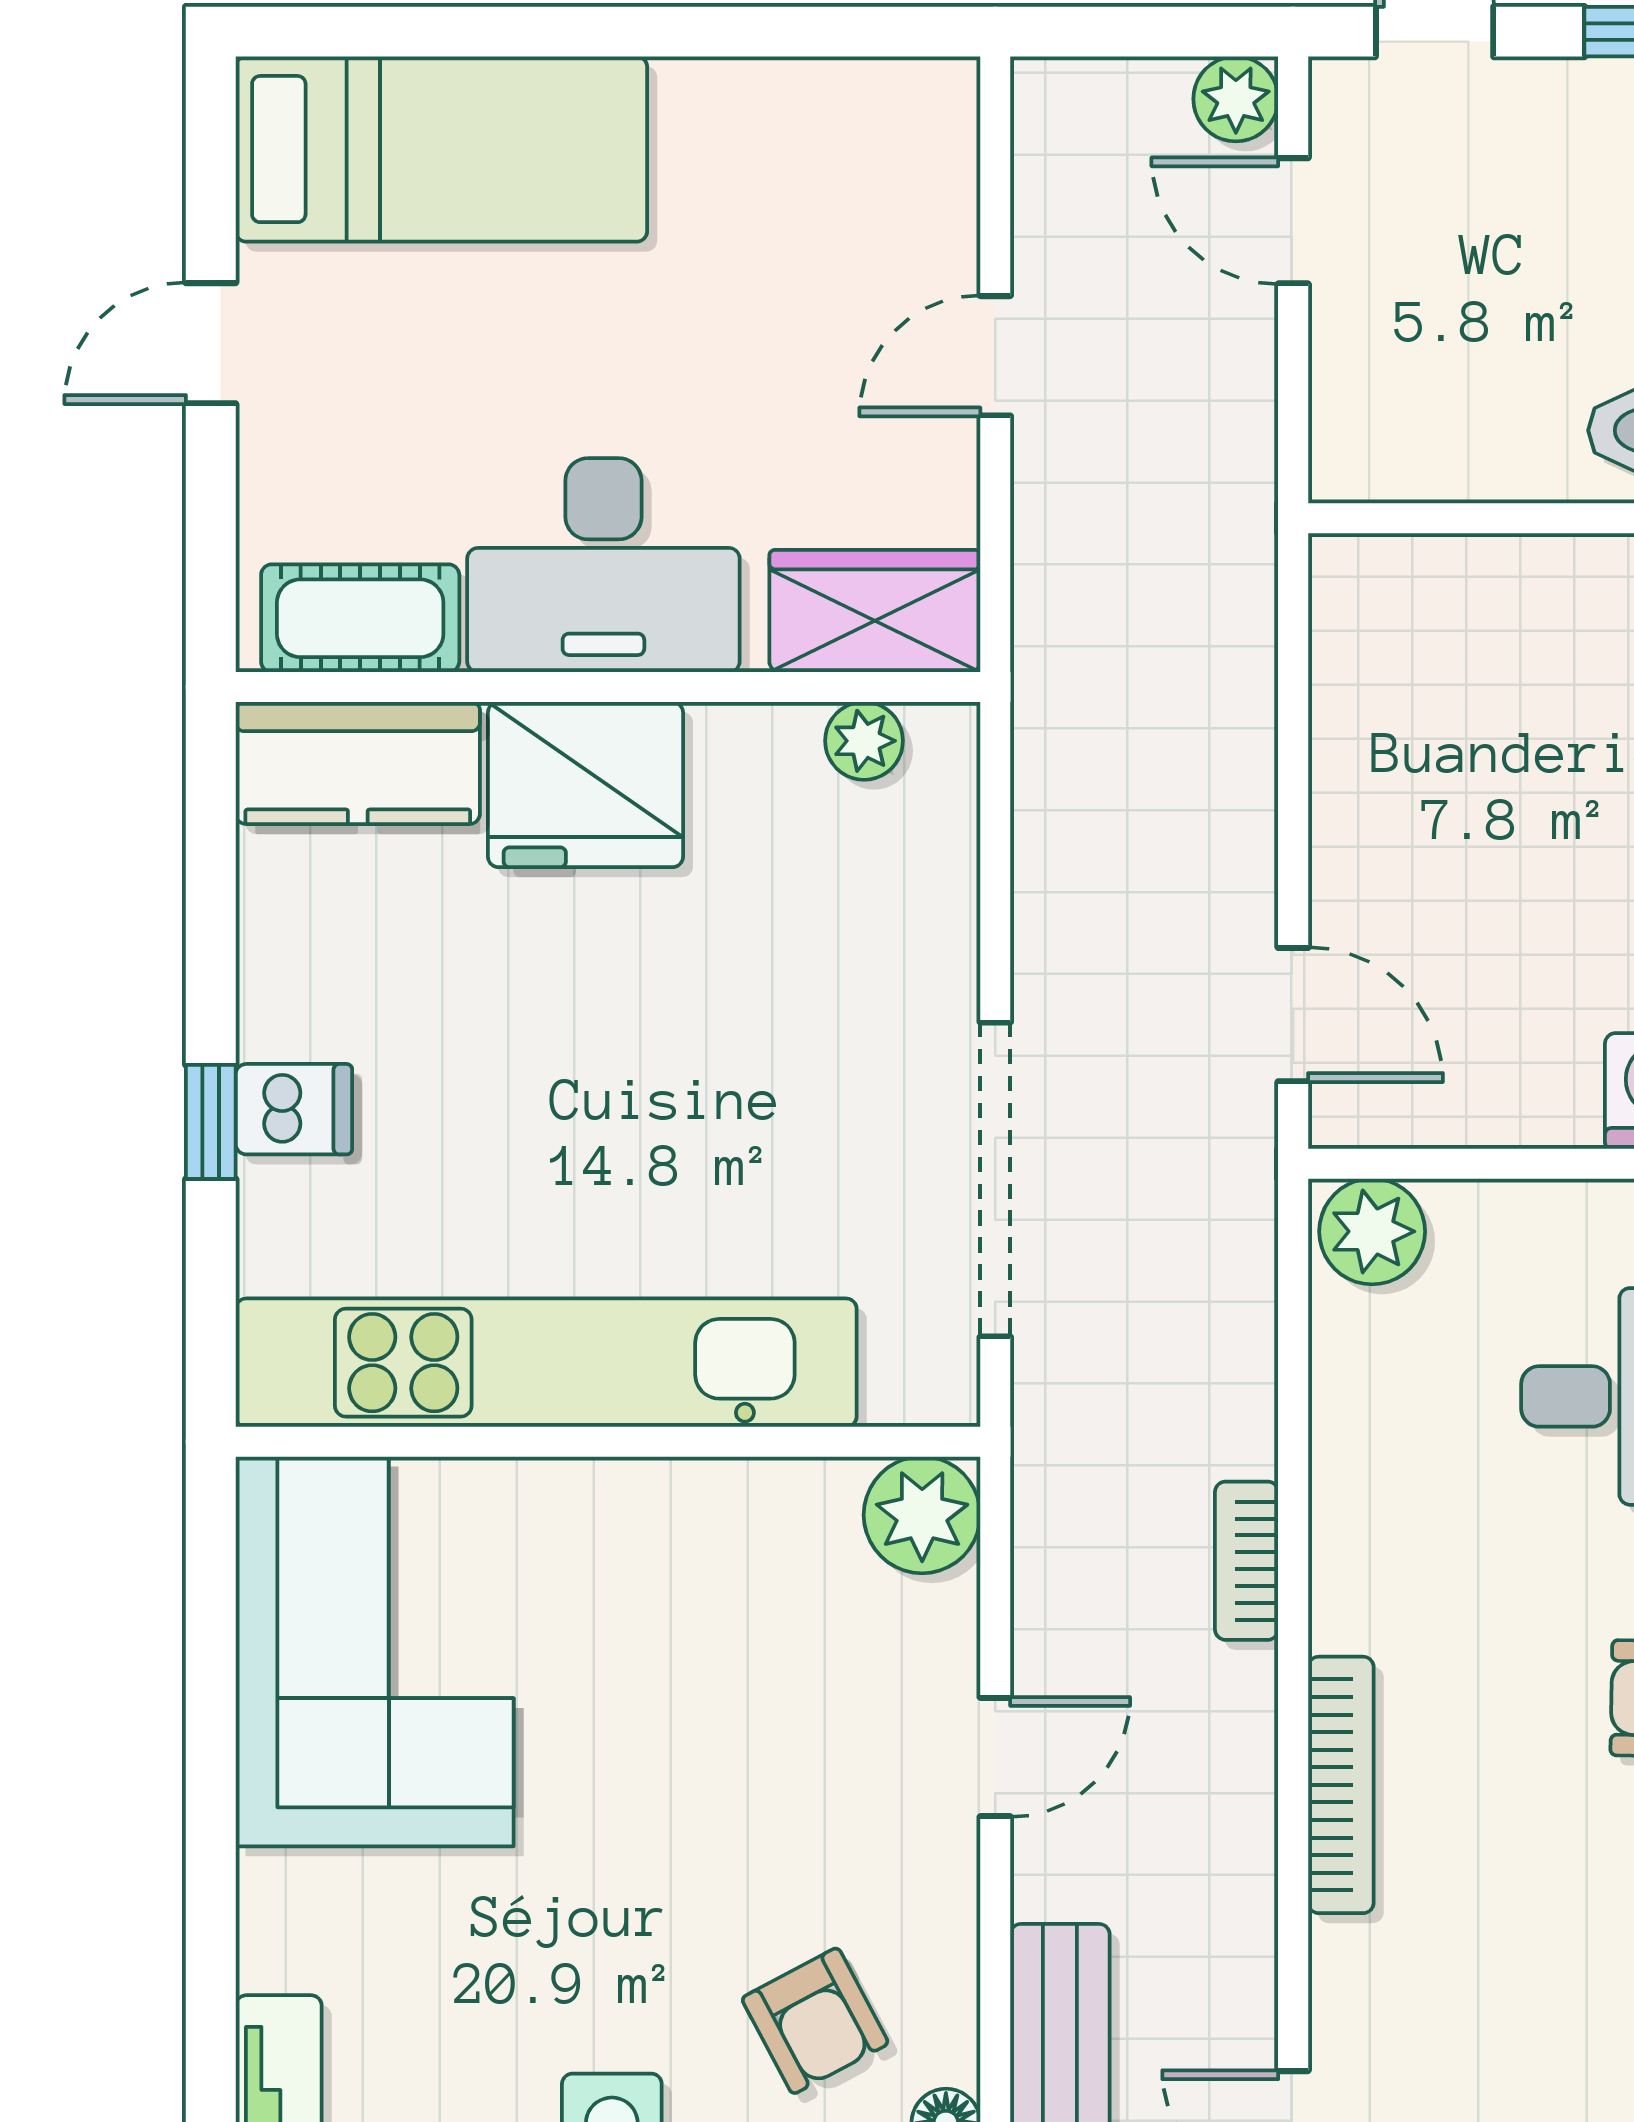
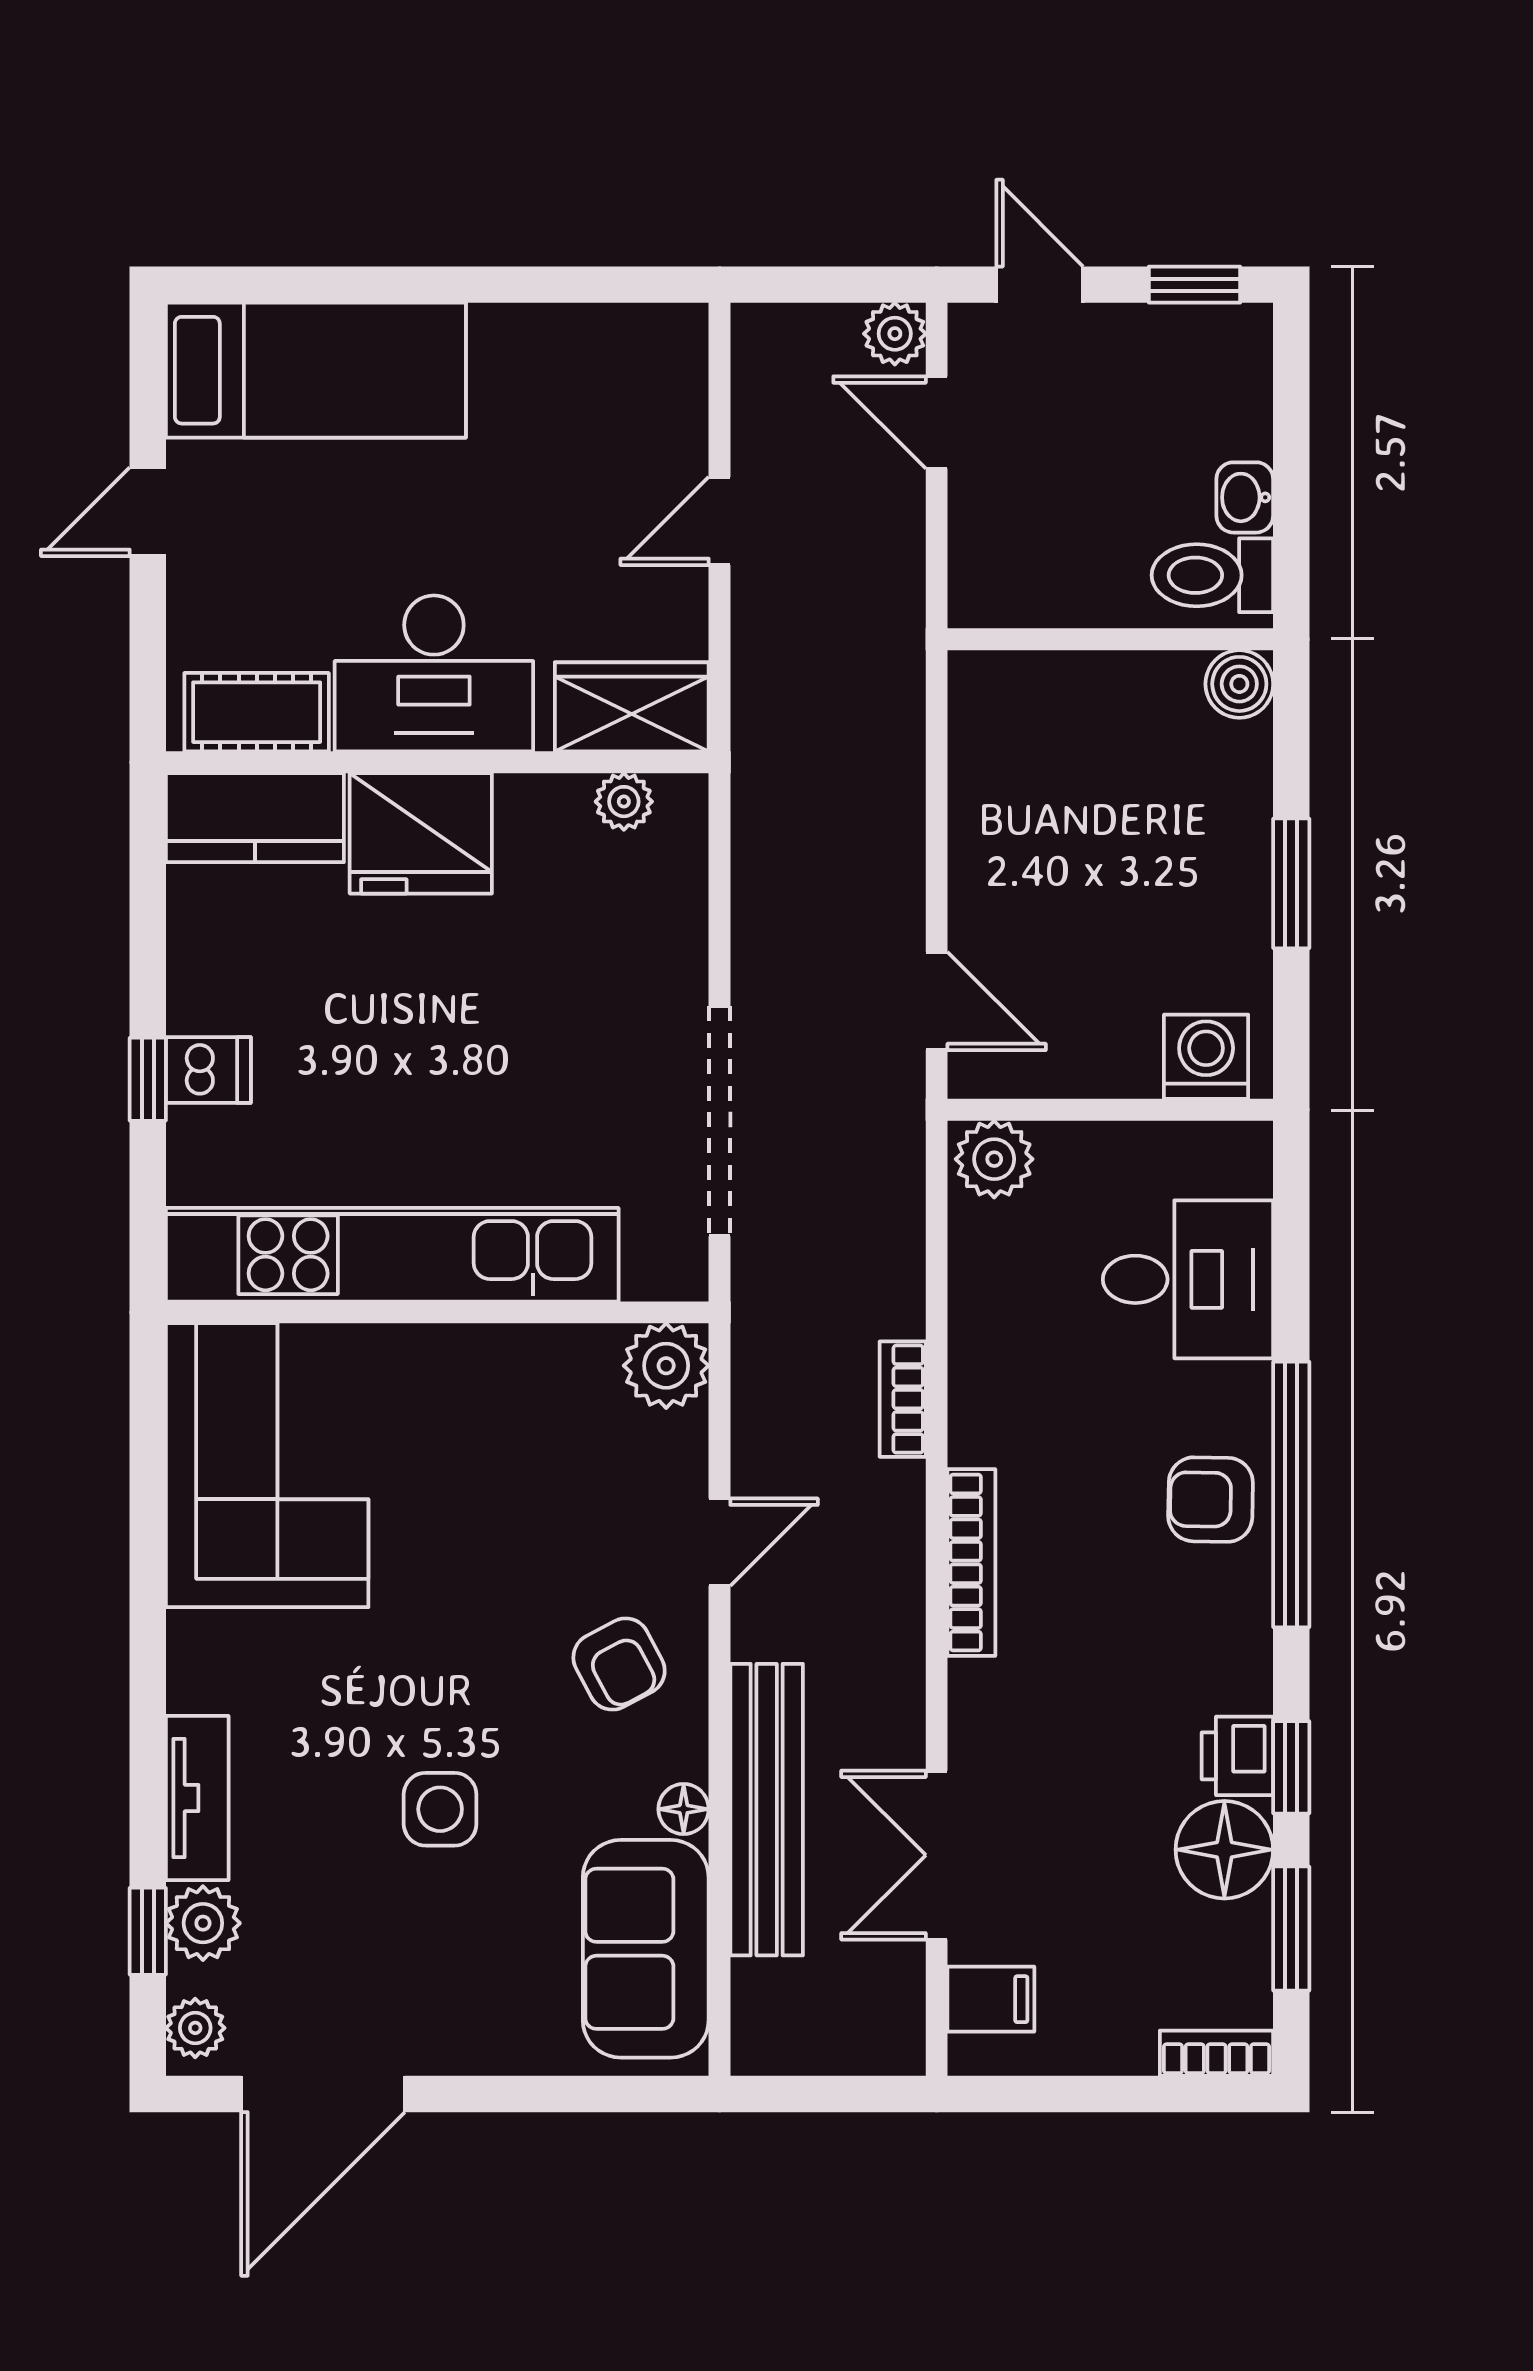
armchair: (815, 2021) -> (619, 1664), moved

